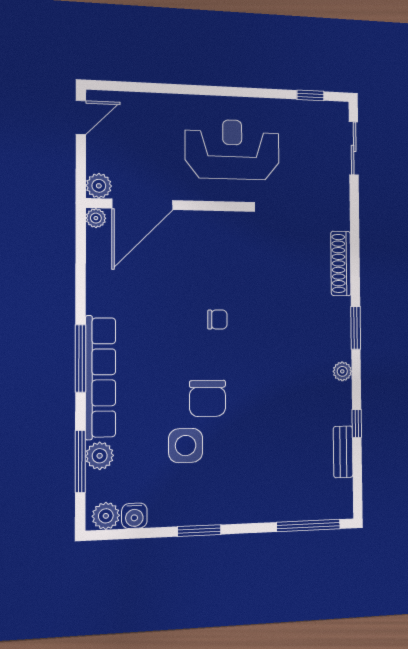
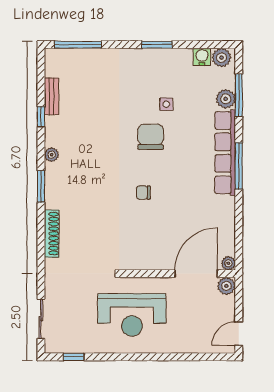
side table: (186, 446) -> (166, 104), width x0.54, depth x0.54

